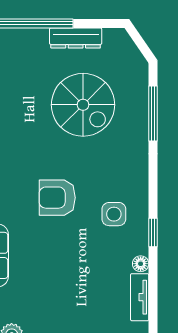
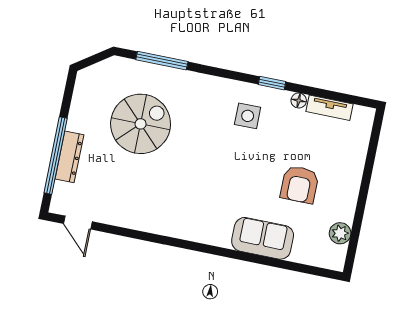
dresser: (76, 38) -> (69, 157), moved
armchair: (57, 198) -> (299, 185), moved

